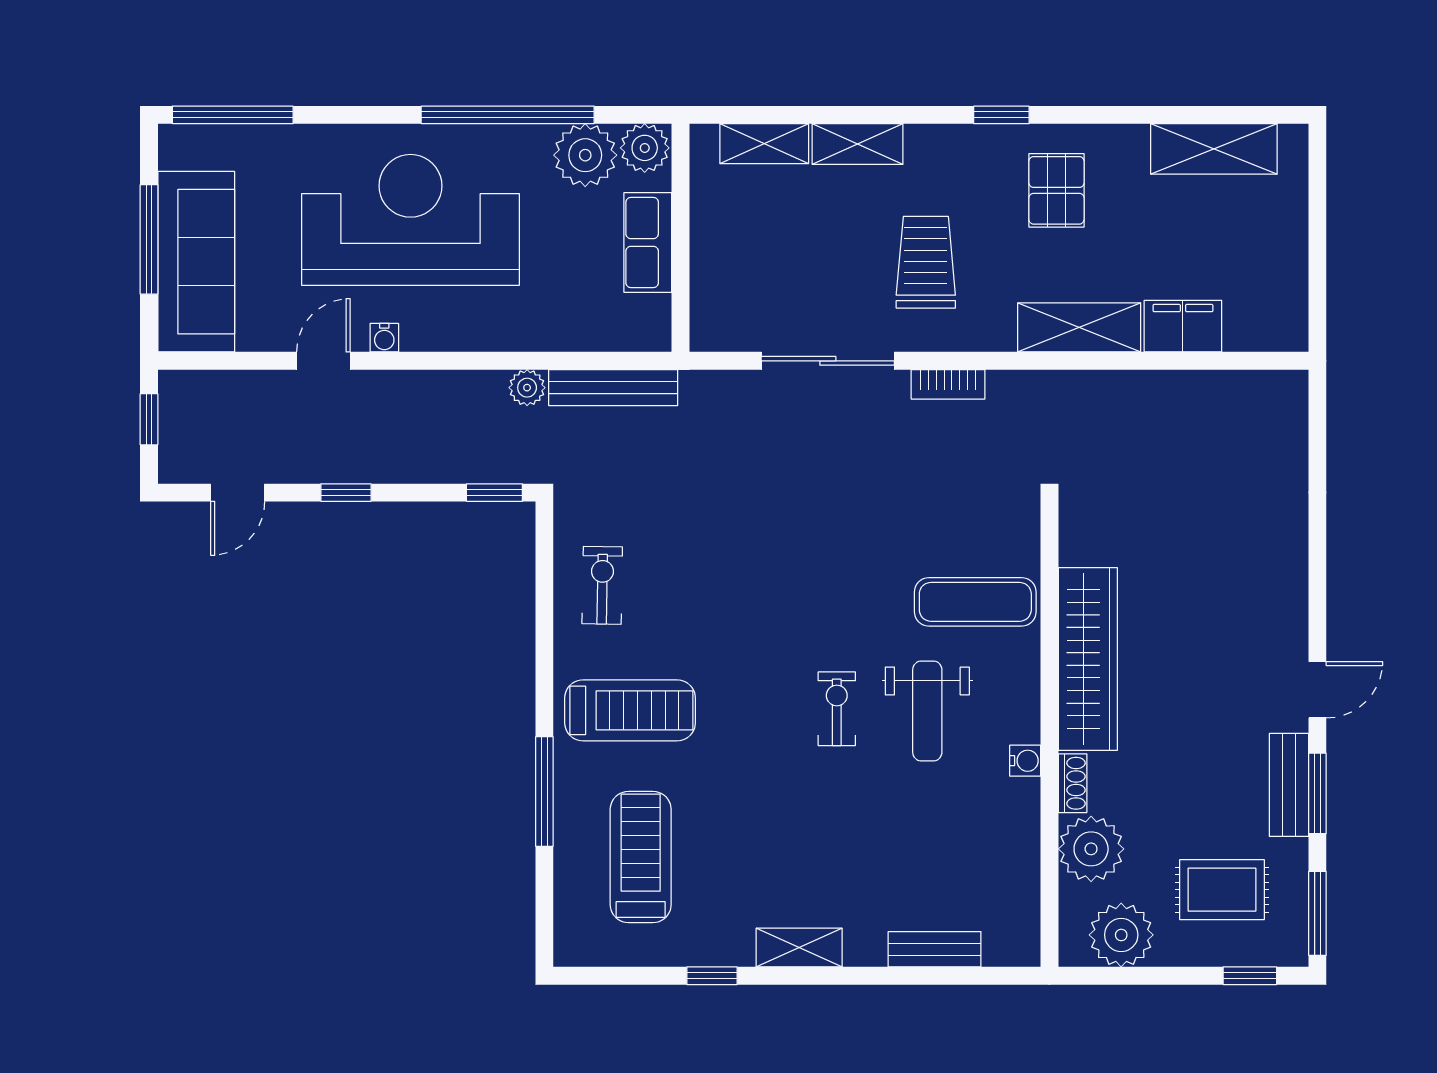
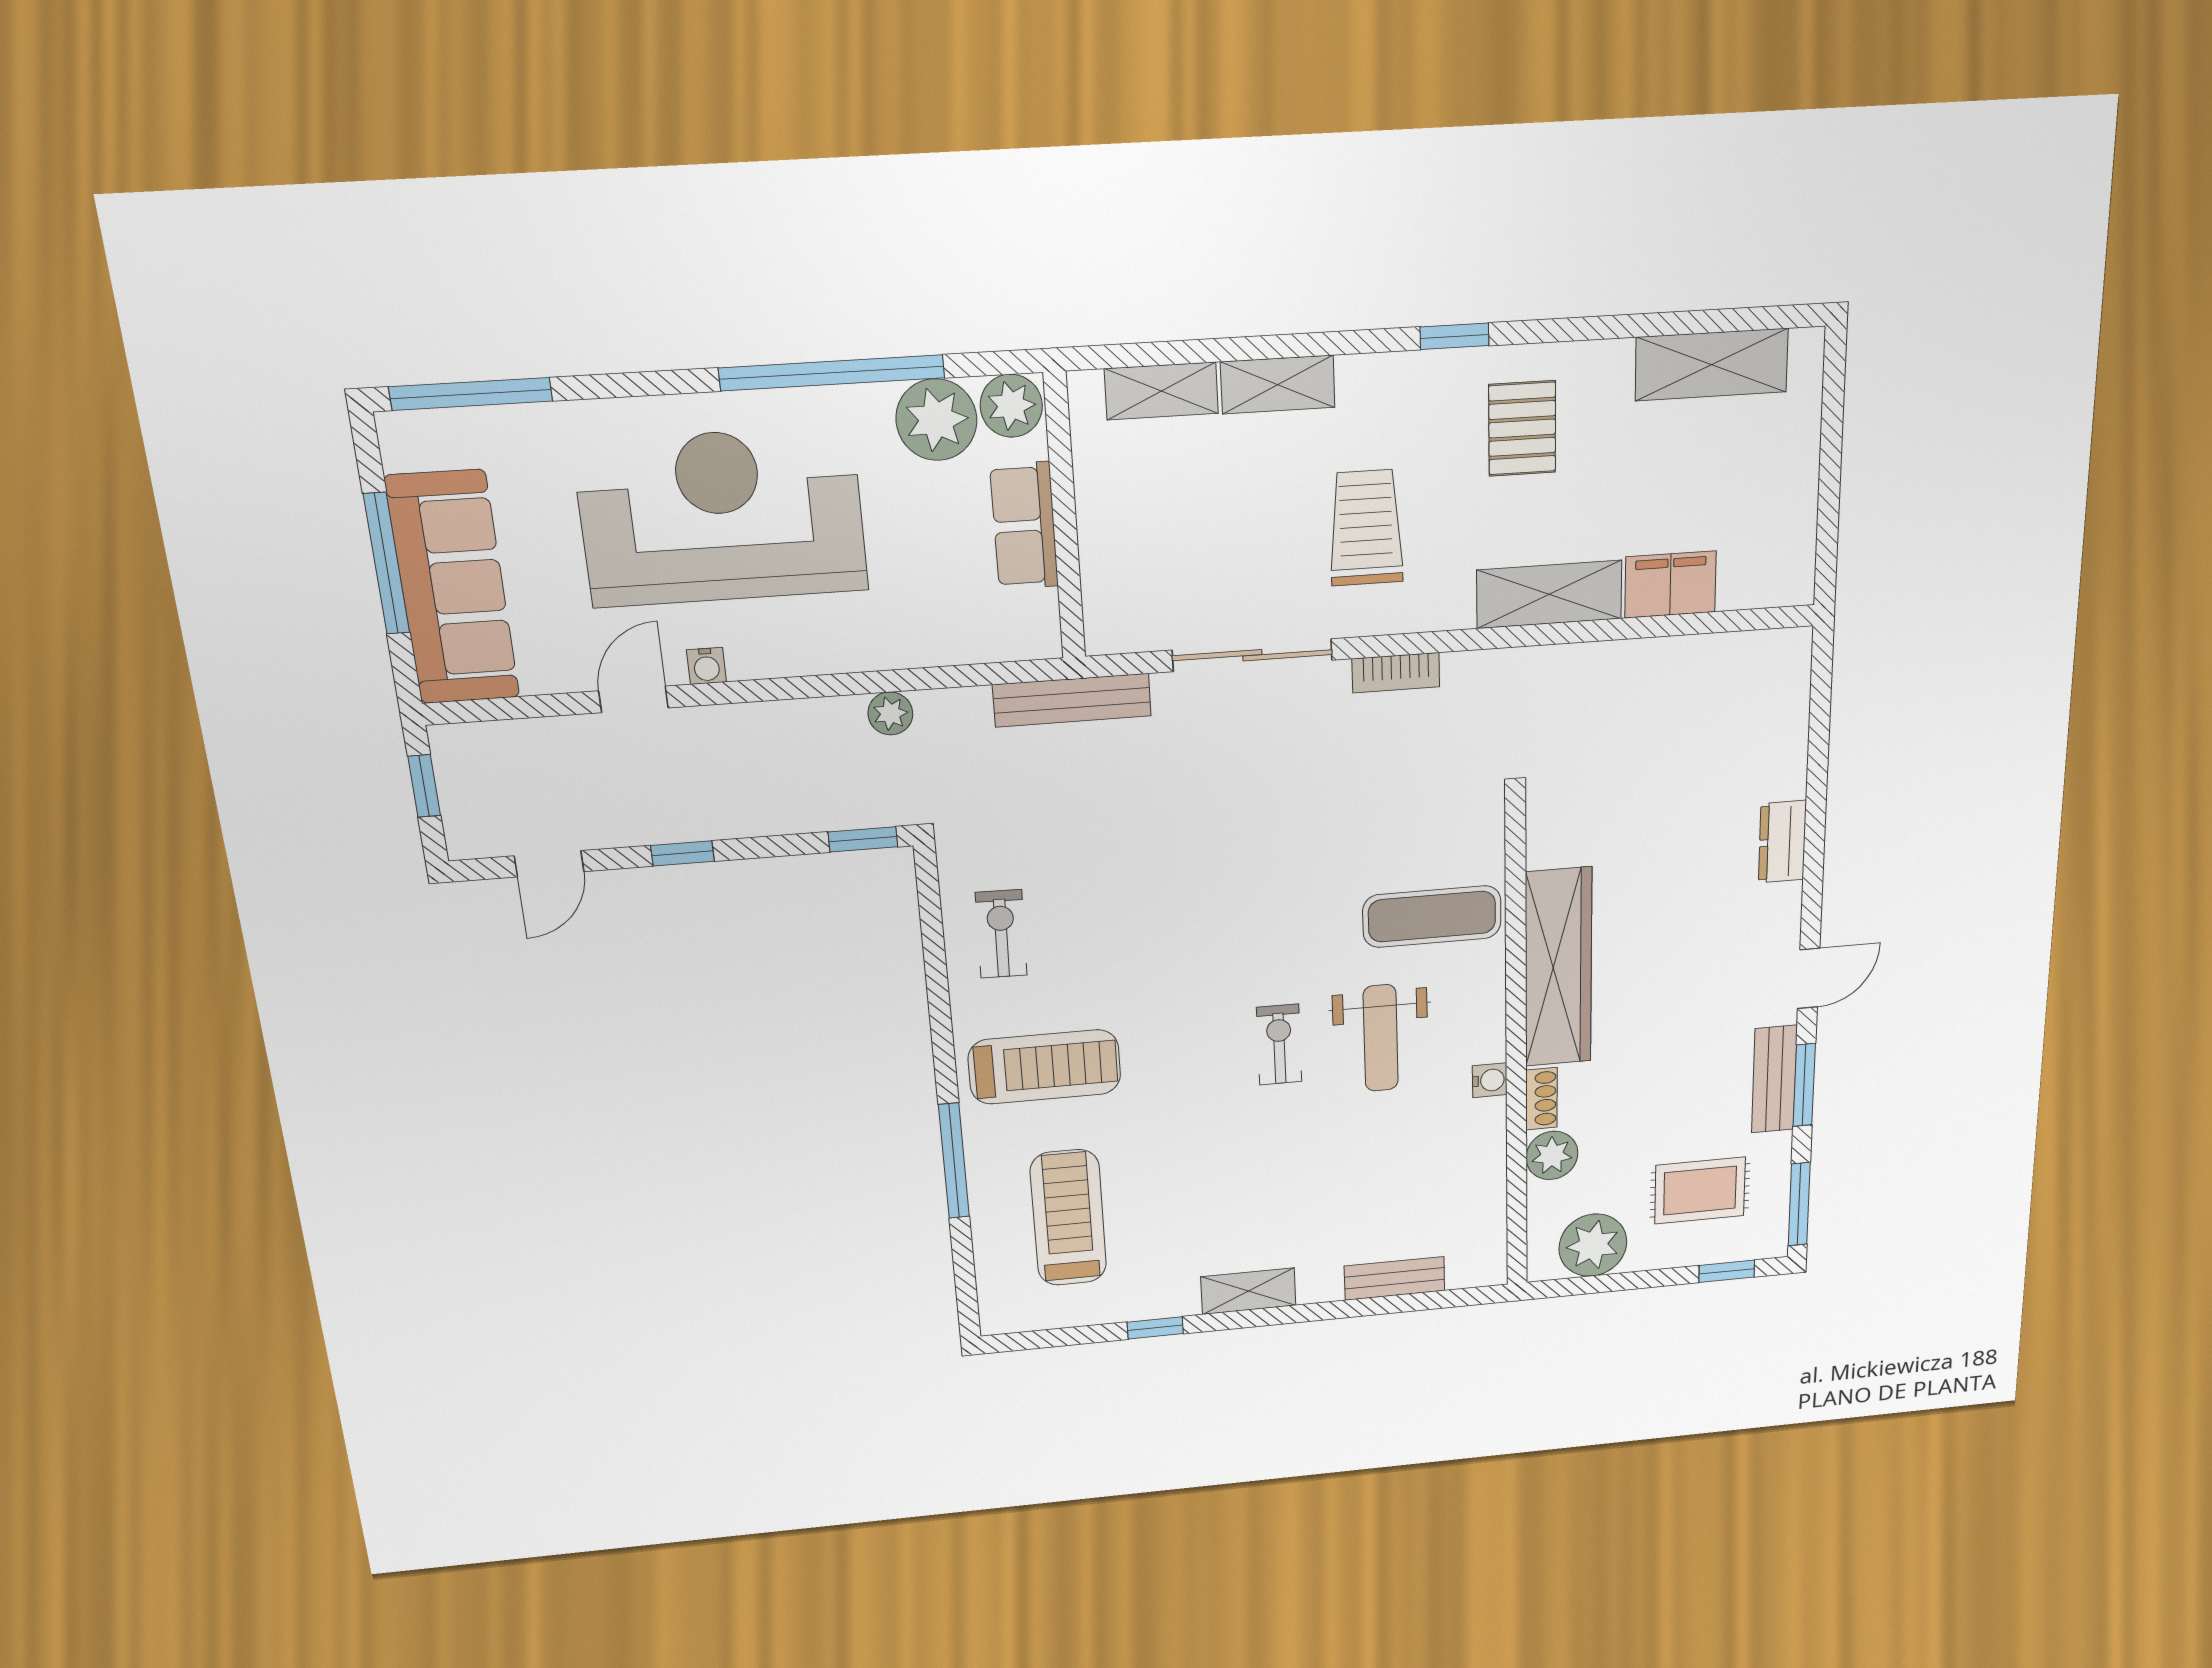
bench: (613, 388) -> (1072, 700), moved
dresser: (1288, 560) -> (1782, 842), added
plant: (1091, 849) -> (1552, 1155), width x0.73, depth x0.73

